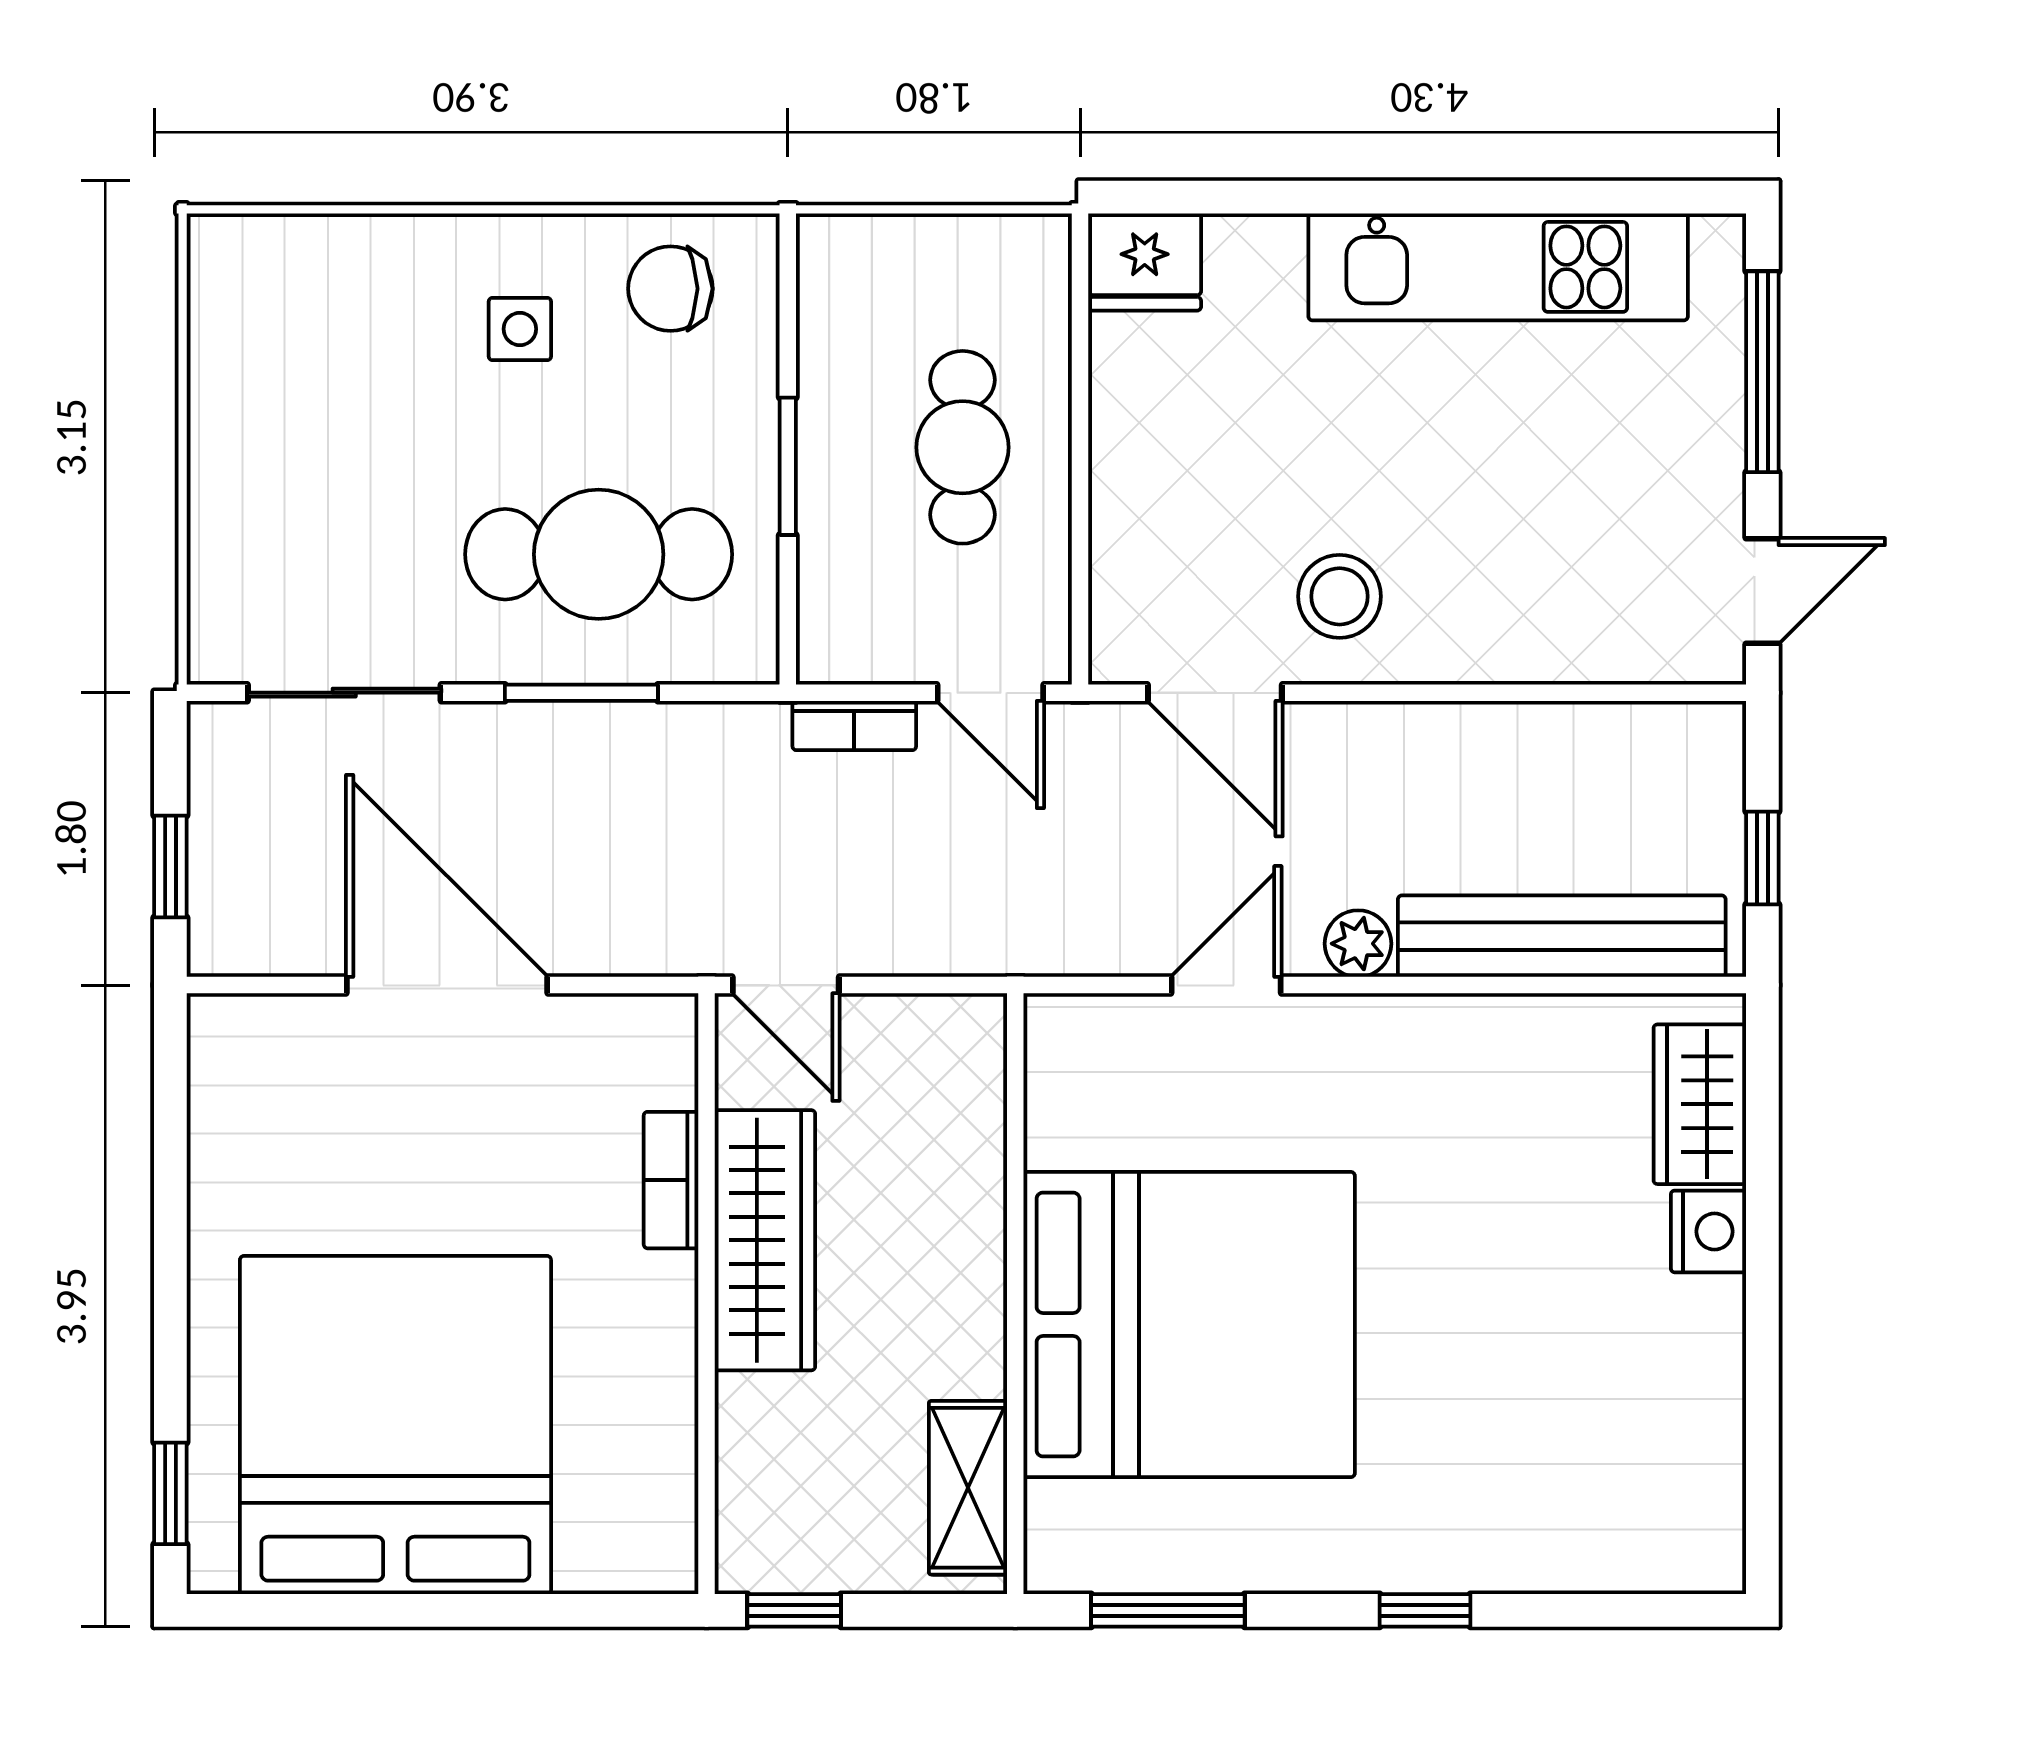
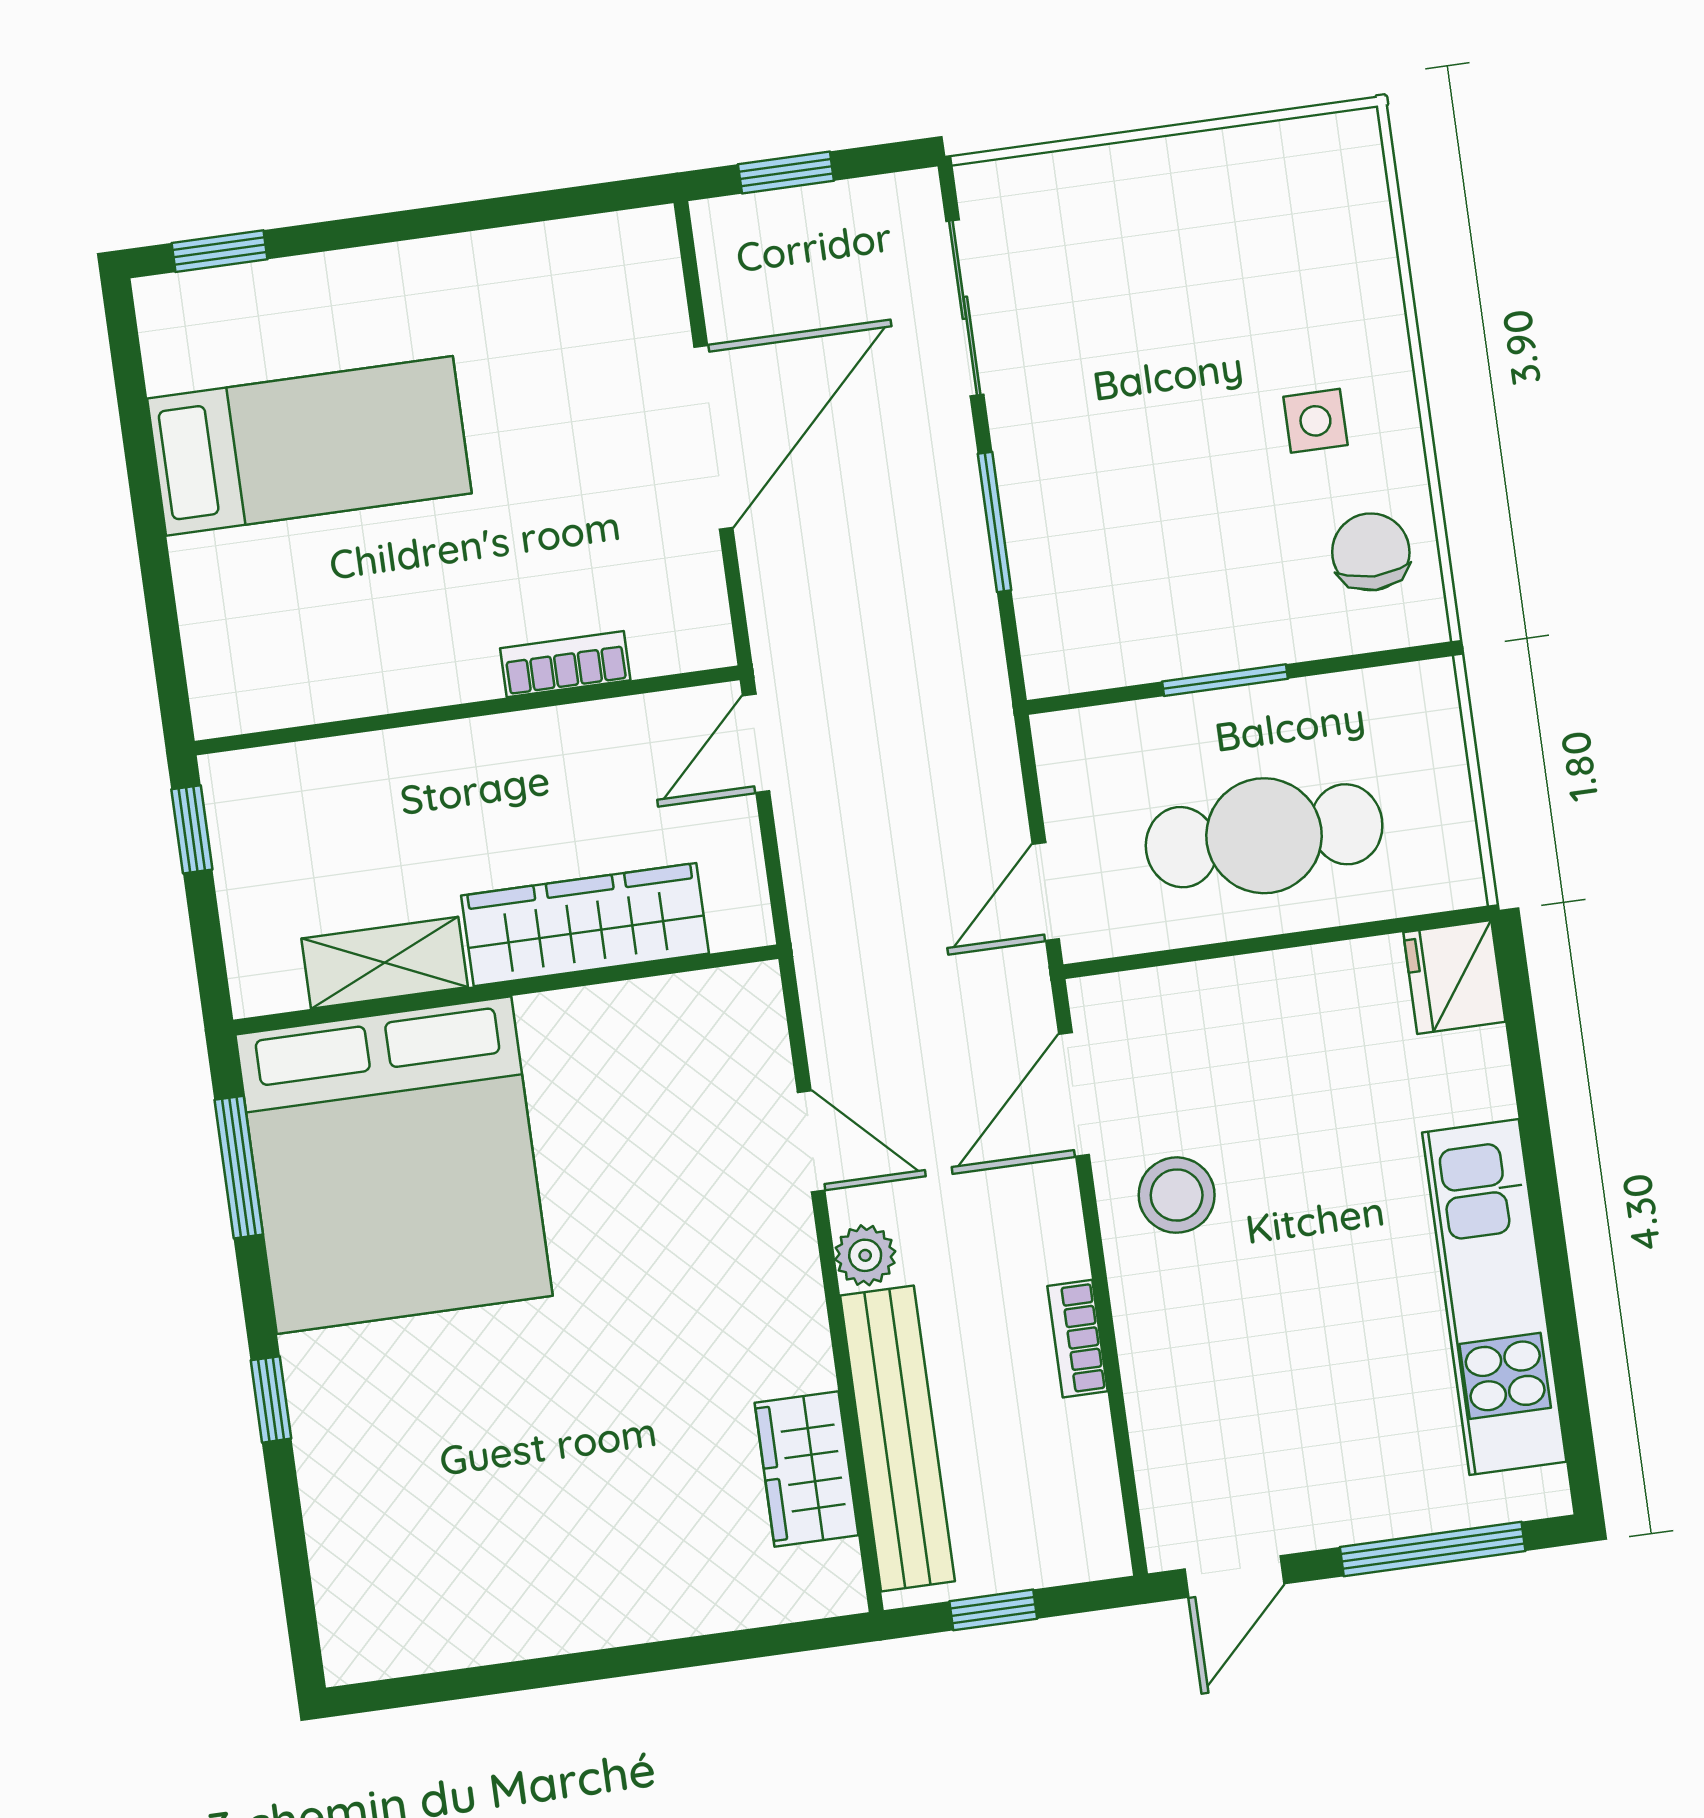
cafe table: (963, 447) -> (1264, 836), width x1.37, depth x1.35
cafe table: (599, 554) -> (1122, 520), removed
door: (1762, 591) -> (1234, 1576), hinge flipped
bookcase: (854, 725) -> (1078, 1339), moved
wardrobe: (1700, 1104) -> (807, 1469), moved, turned -90
nightstand: (1708, 1231) -> (649, 1608), removed
wardrobe: (765, 1240) -> (585, 925), moved, turned 180
bed: (1189, 1325) -> (394, 1165), moved
bed: (395, 1425) -> (309, 446), width x0.49
shelving: (968, 1488) -> (385, 963), moved

